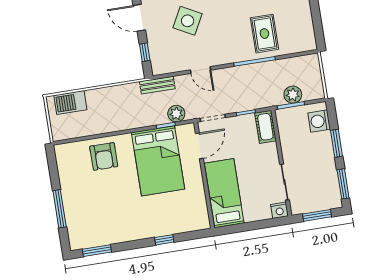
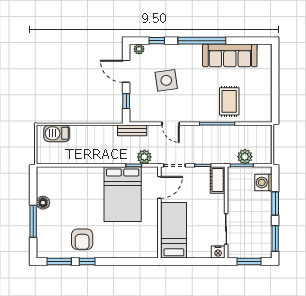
side table: (188, 21) -> (166, 80), turned -36
armchair: (104, 156) -> (82, 239), moved
floor lamp: (67, 185) -> (43, 203), added
window: (164, 240) -> (87, 261), moved

